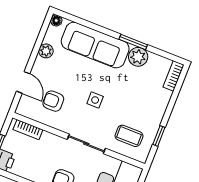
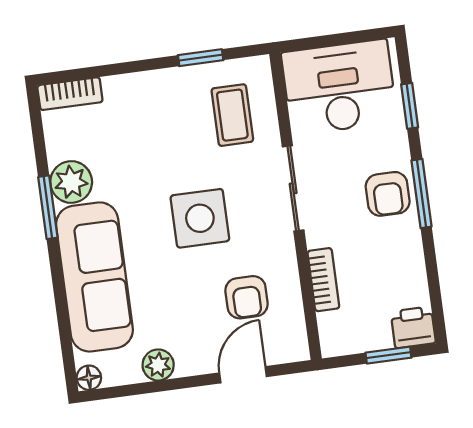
side table: (95, 100) -> (200, 218), width x1.87, depth x1.87
bookcase: (28, 130) -> (323, 280), moved

